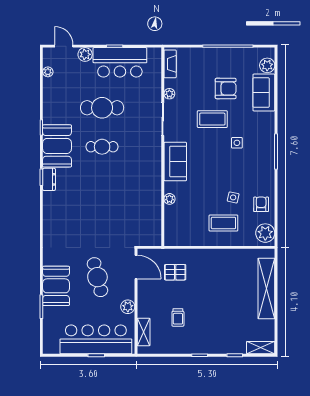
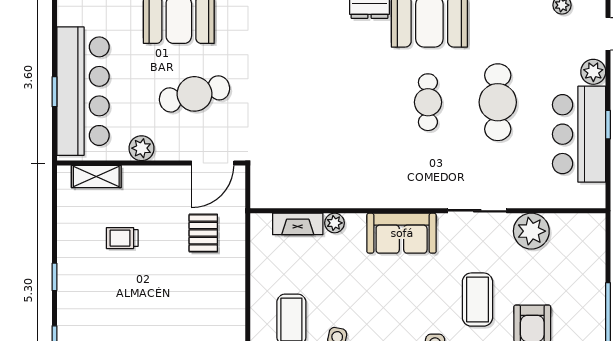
fireplace: (170, 64) -> (298, 224), moved
plant: (169, 94) -> (531, 231), width x1.88, depth x1.88

